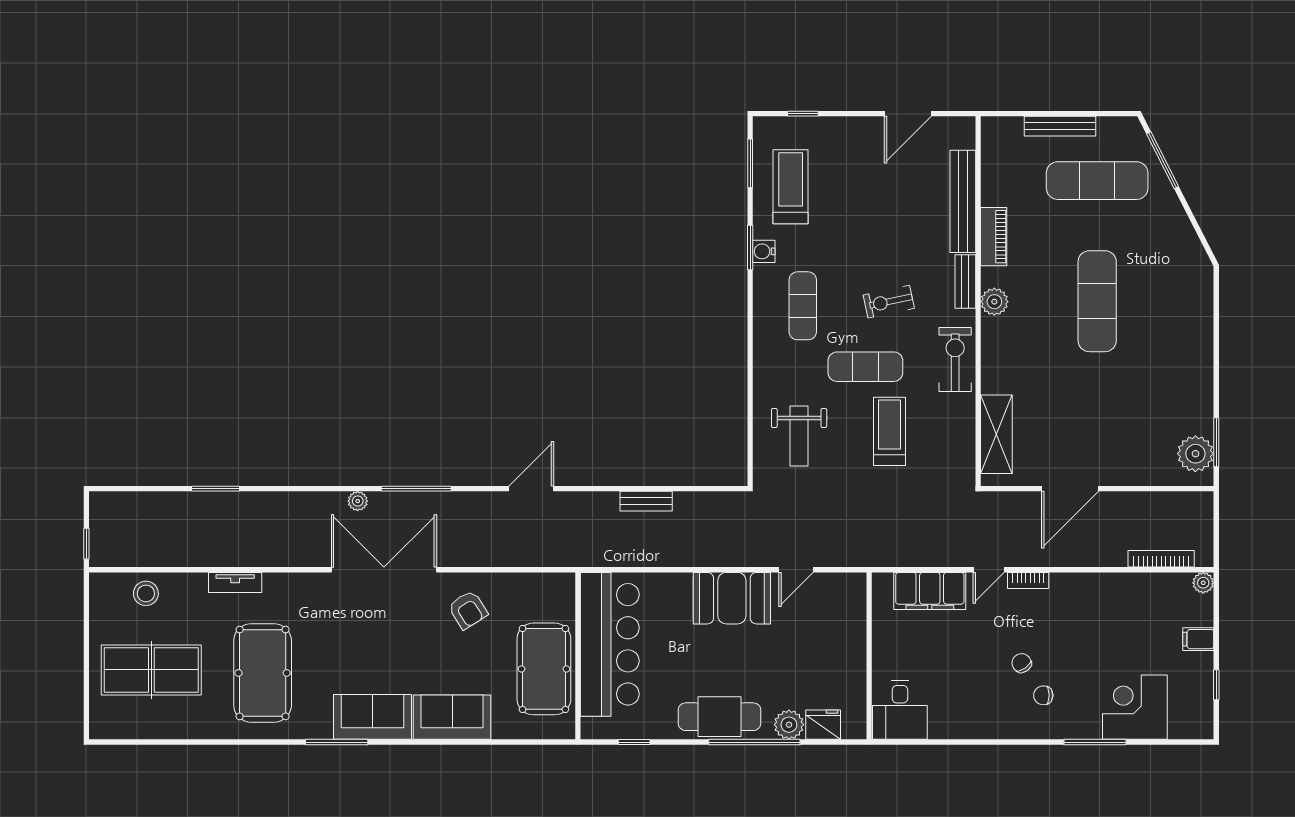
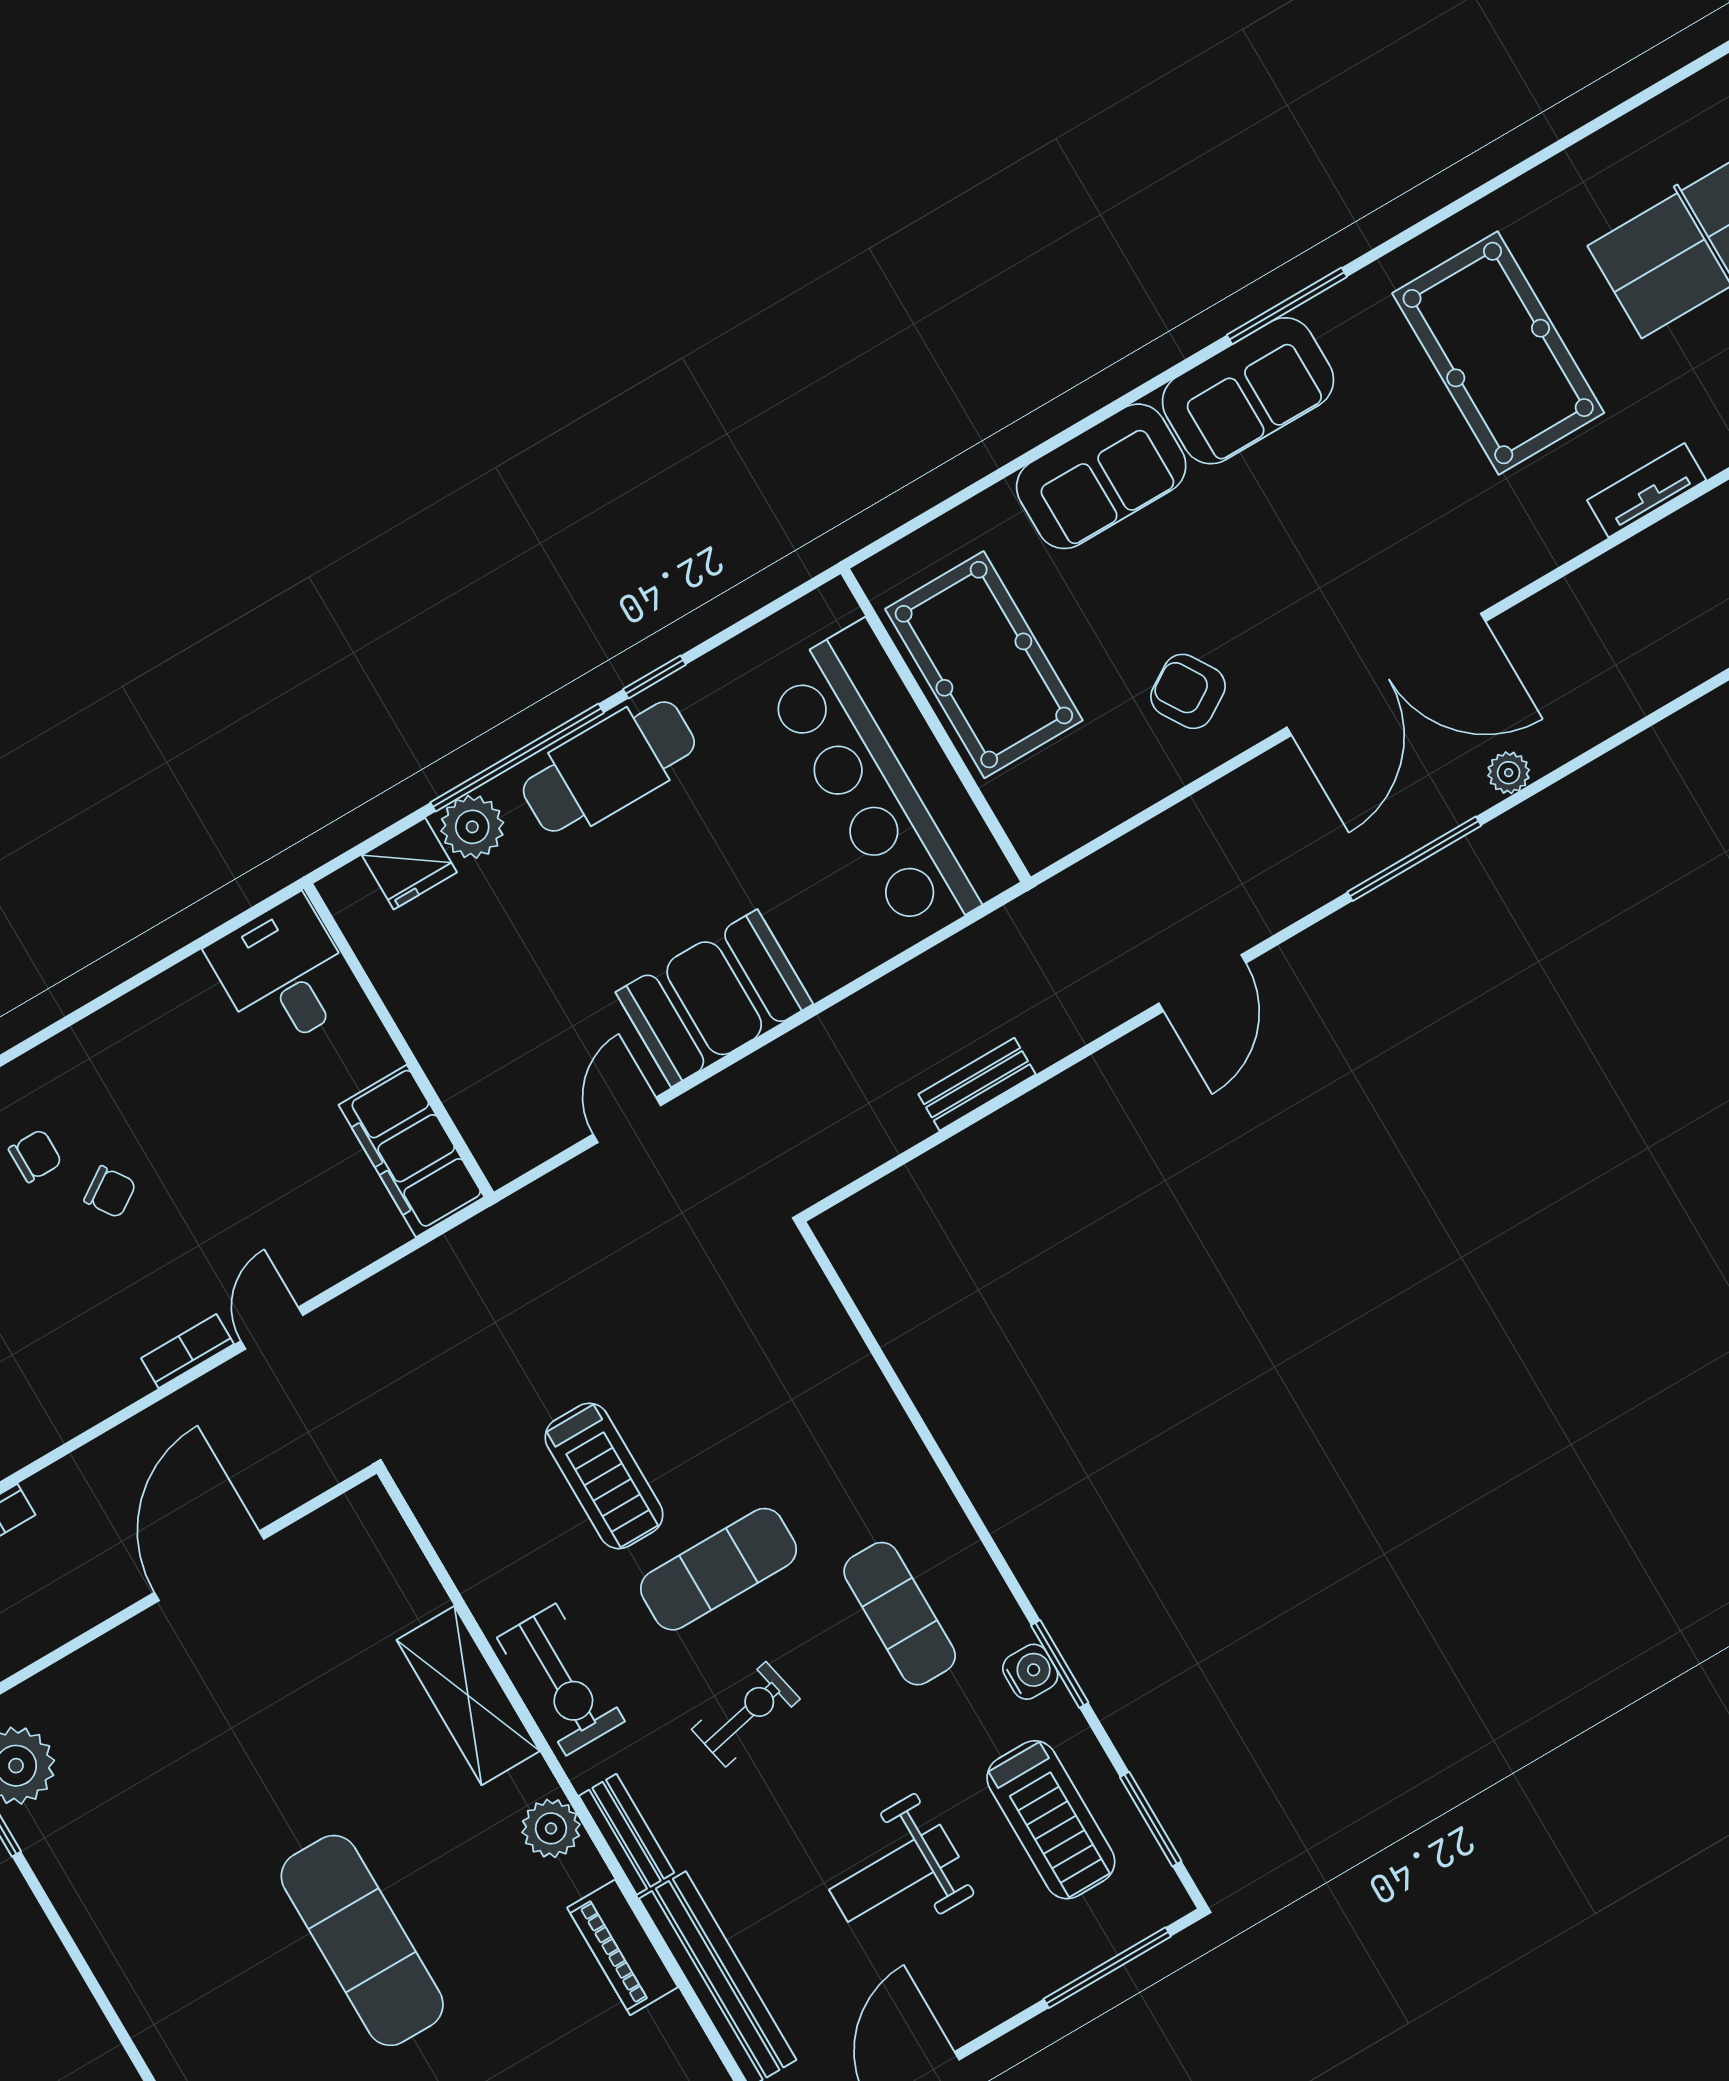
window: (803, 114) -> (1107, 1968), width x2.17
shelving: (996, 434) -> (468, 1696), moved
weight bench: (799, 436) -> (894, 1873), moved, turned -90
filing cabinet: (930, 591) -> (411, 1151), moved, turned -90
window: (634, 742) -> (654, 677), moved

